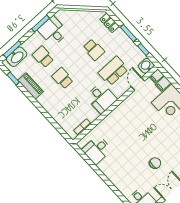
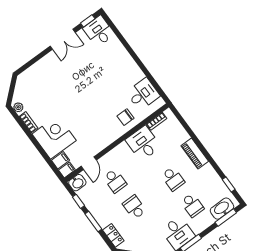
school desk: (113, 71) -> (115, 181), width x0.54
piano: (31, 86) -> (195, 154), moved
desk: (101, 98) -> (143, 143), moved
chair: (155, 163) -> (126, 117), moved

